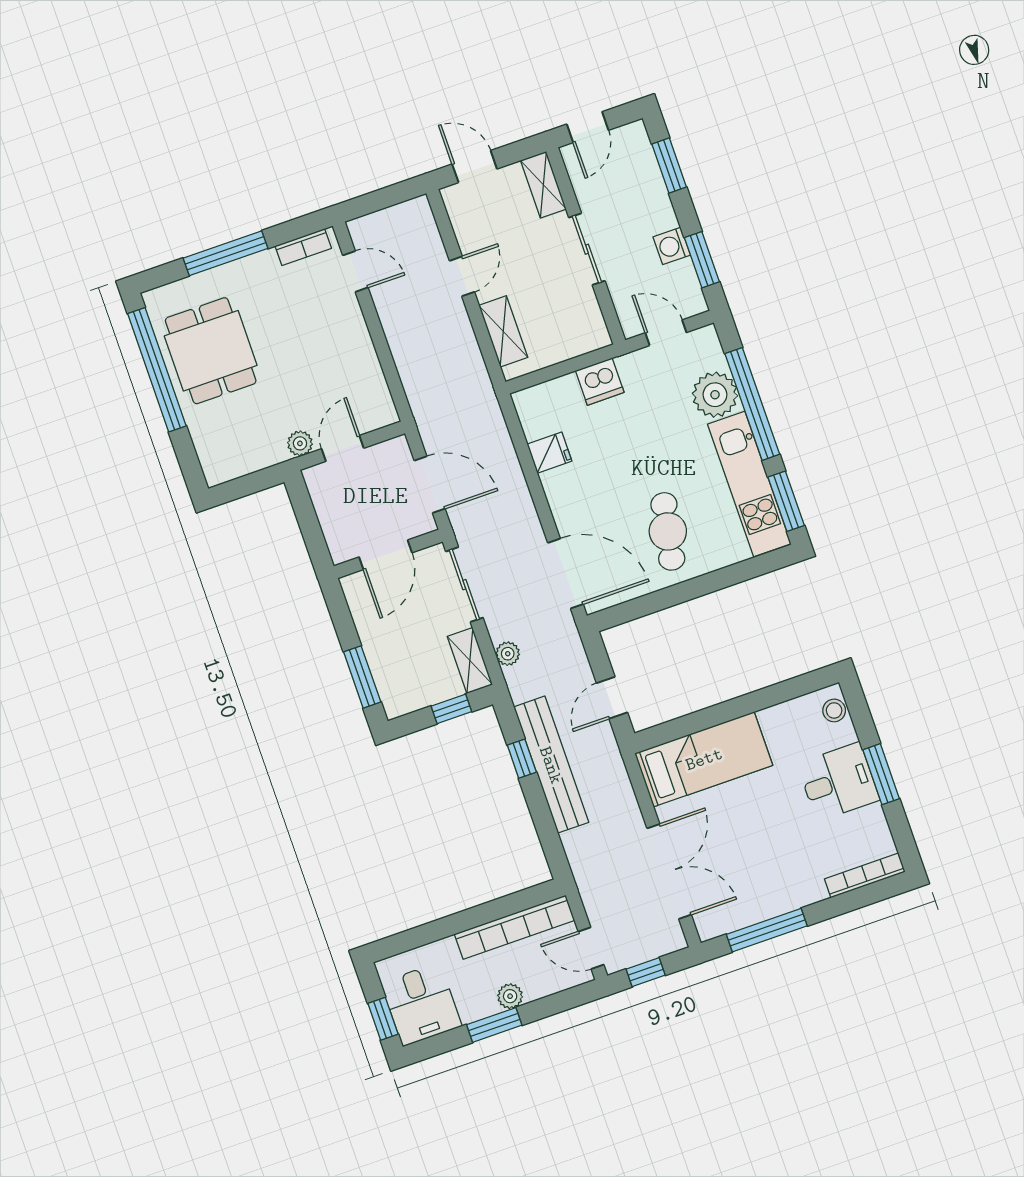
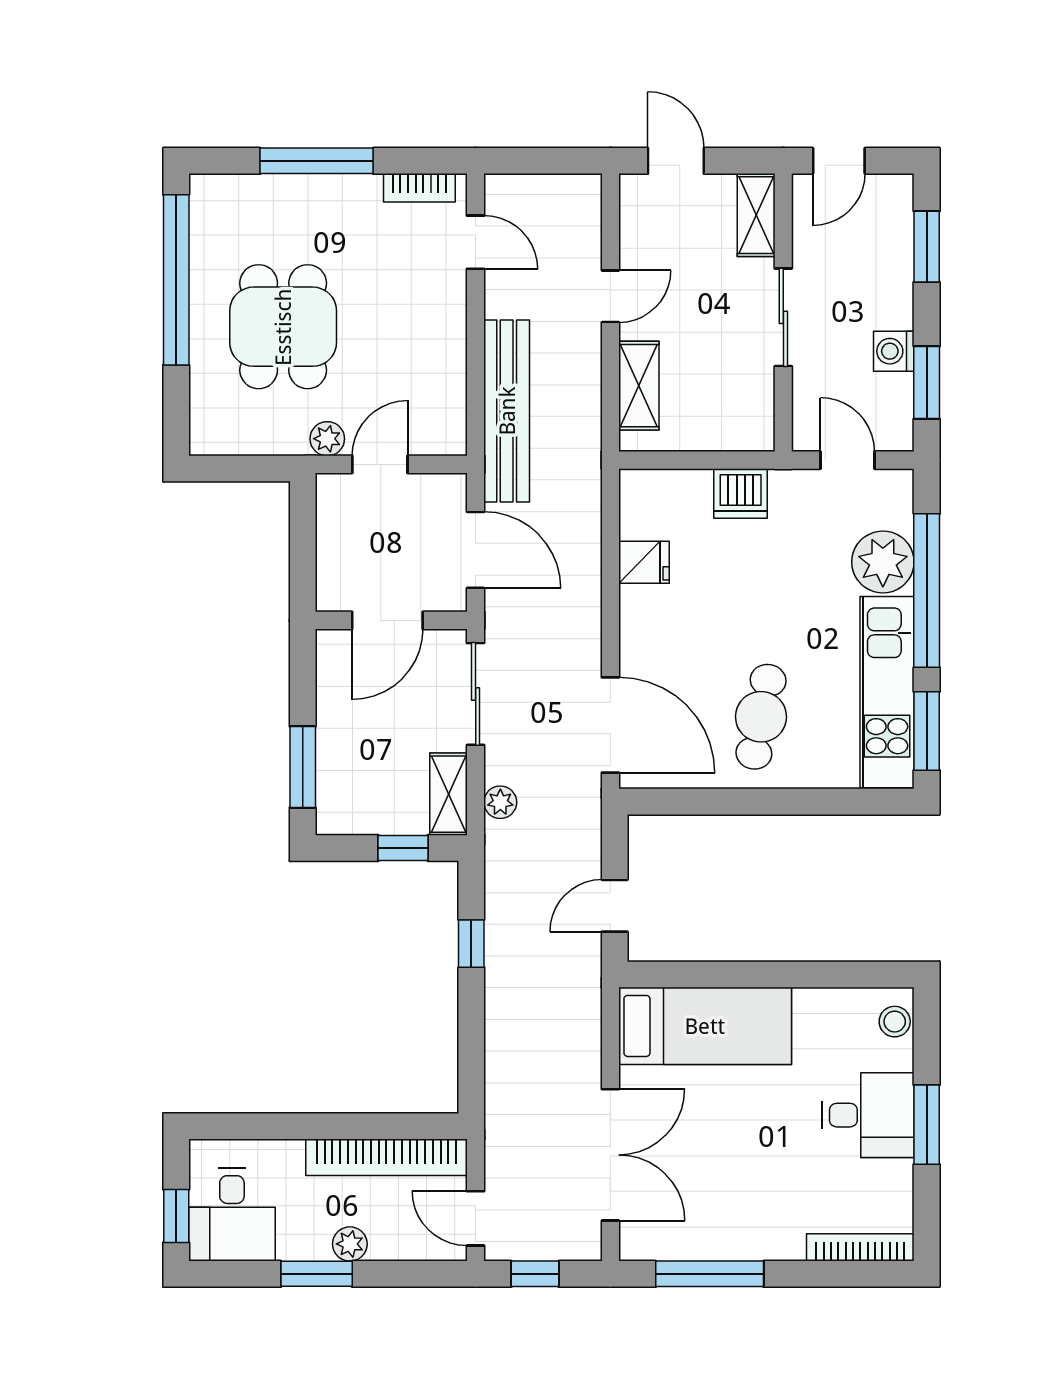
dining table: (211, 351) -> (283, 327), moved
bench: (551, 765) -> (507, 411), moved

